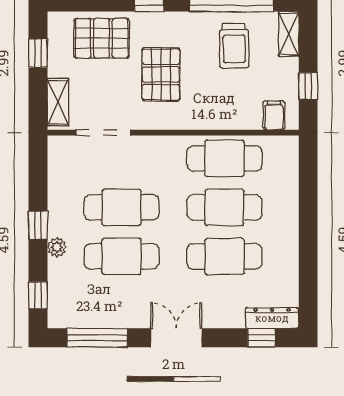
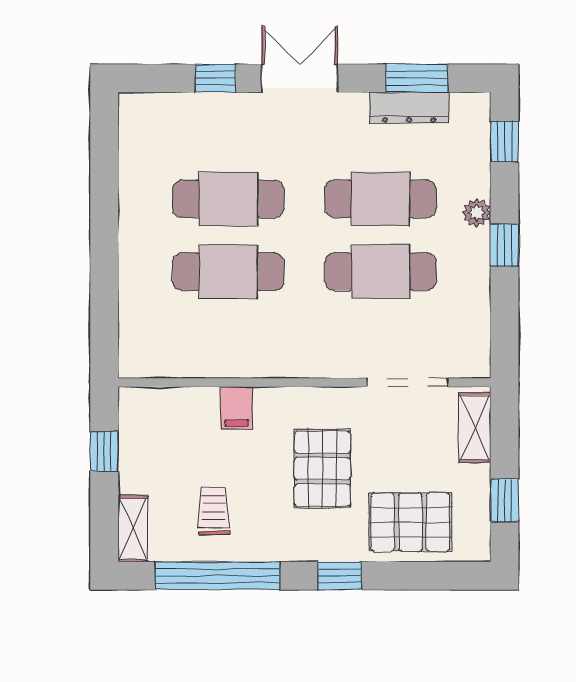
trolley: (234, 46) -> (214, 511), width x0.73, depth x0.72
filing cabinet: (274, 115) -> (236, 408), moved
cafe table: (224, 158) -> (228, 344), removed
dresser: (272, 318) -> (409, 108), moved
window: (97, 338) -> (417, 78), width x0.69
double door: (176, 338) -> (300, 78), swing flipped
window: (261, 338) -> (216, 78), moved

